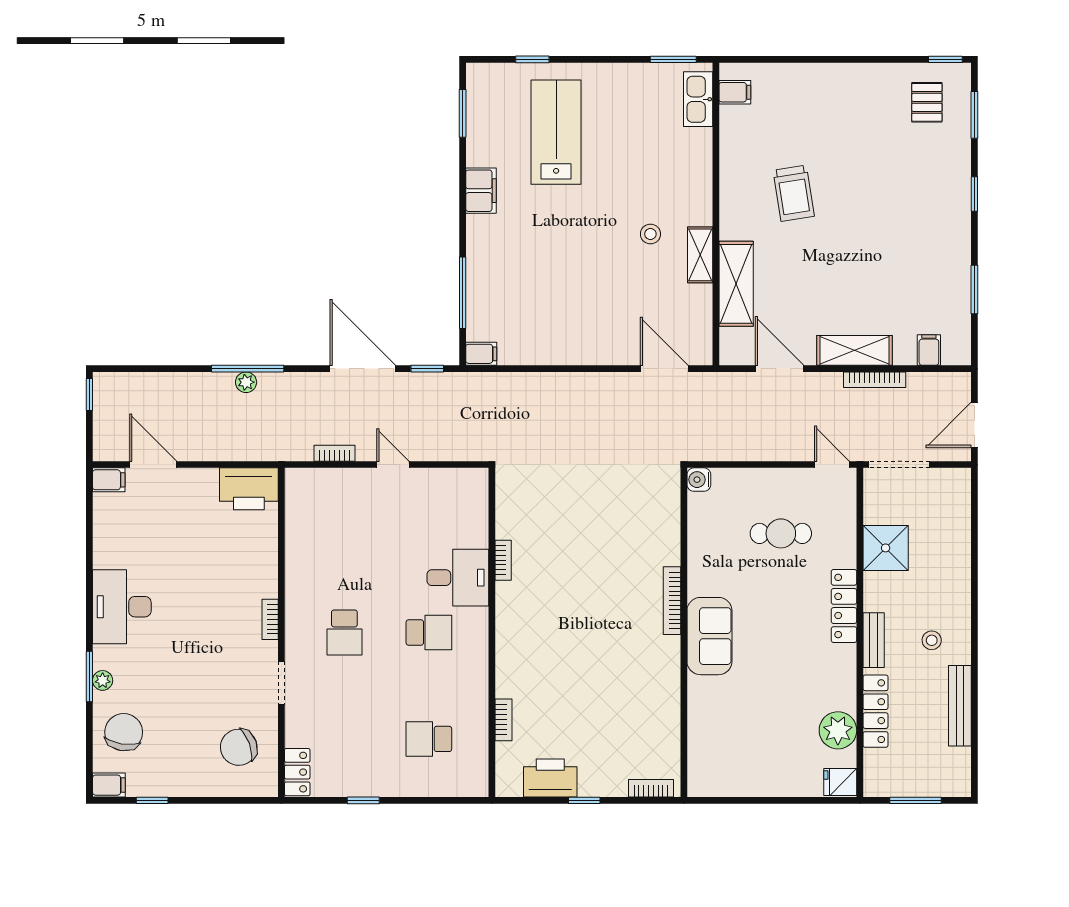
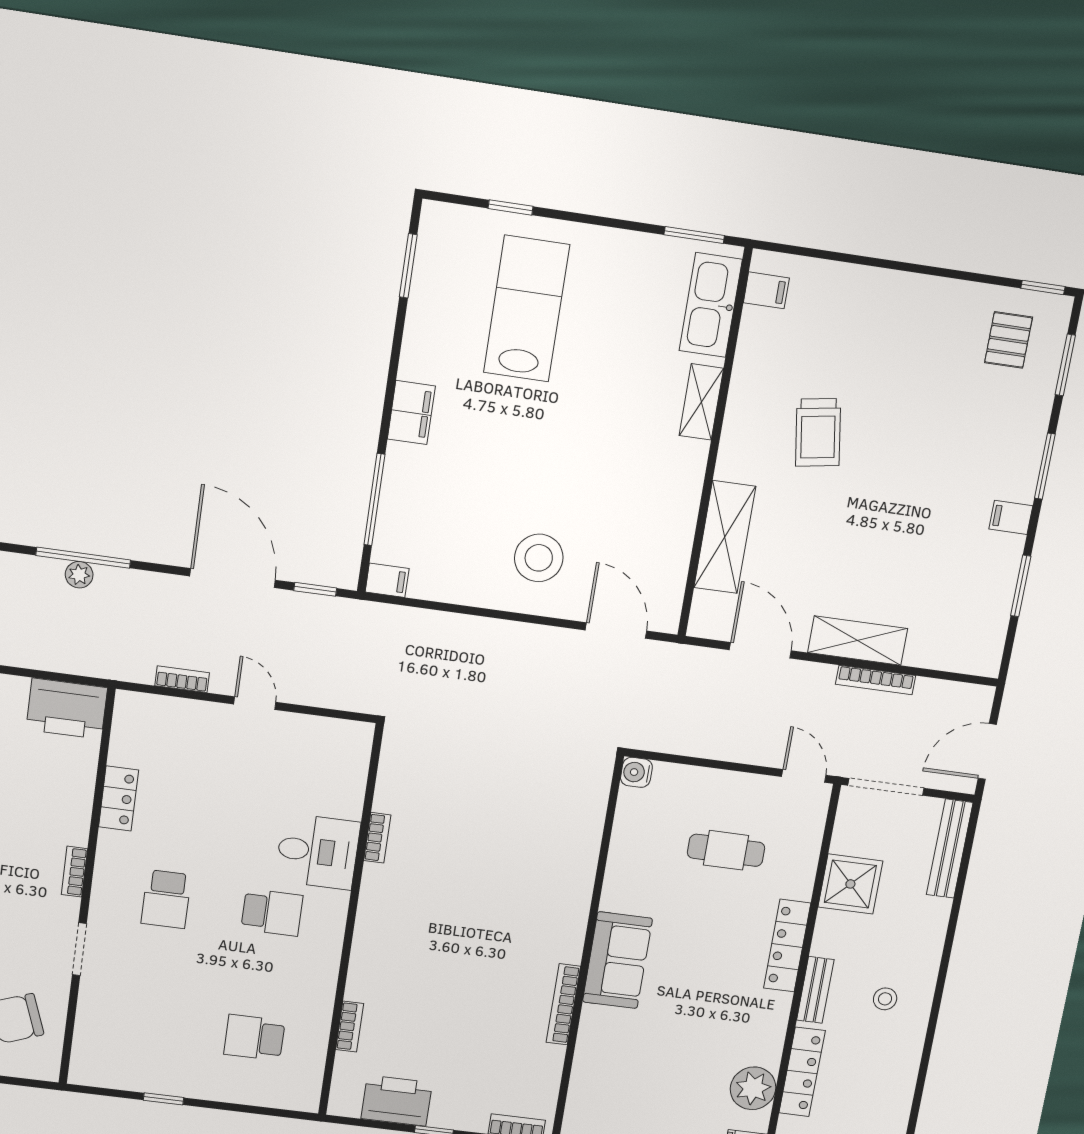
kitchen sink: (698, 99) -> (711, 305), width x1.36, depth x1.24
filing cabinet: (481, 191) -> (411, 412), moved
window: (974, 194) -> (1045, 466), width x1.50
stool: (650, 234) -> (539, 558), moved, width x1.89, depth x1.89
shelving: (700, 255) -> (701, 402), moved
filing cabinet: (929, 350) -> (1011, 517), moved, turned -90
bookcase: (672, 601) -> (563, 1004), moved
bench: (960, 706) -> (950, 849), moved
locker: (297, 772) -> (119, 799), moved

